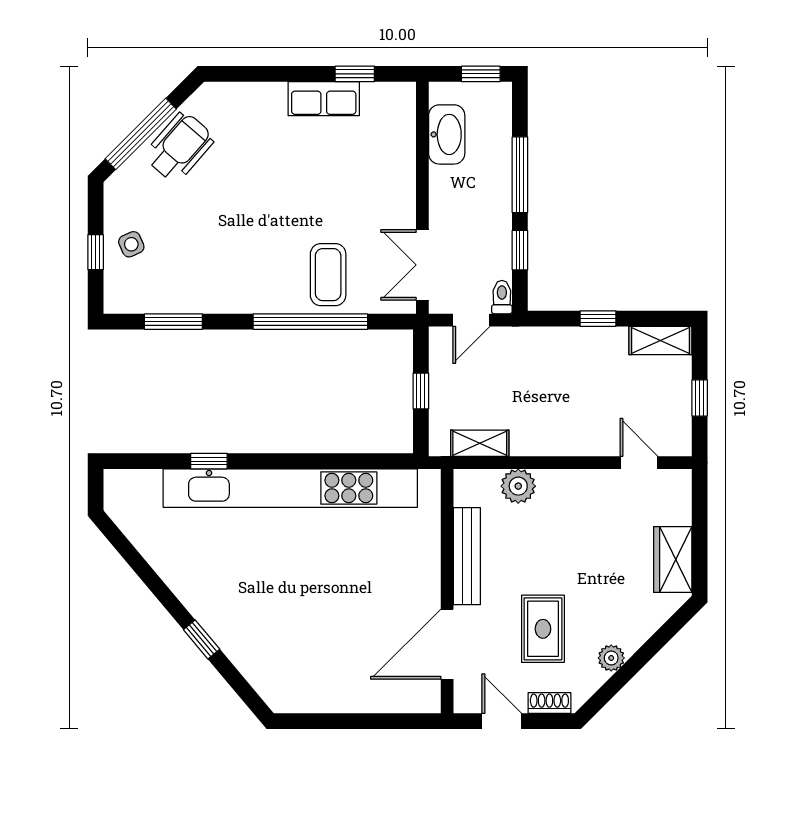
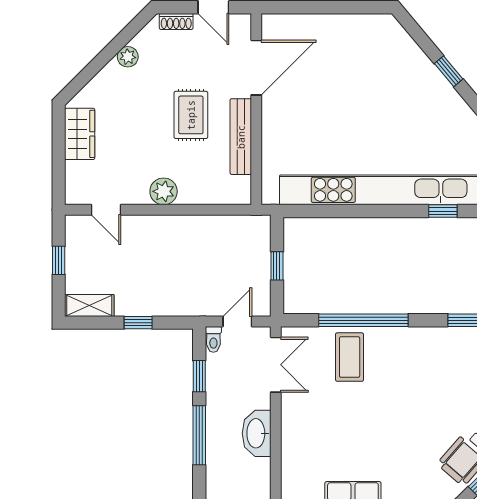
washbasin: (447, 134) -> (257, 433), moved
shelving: (480, 443) -> (231, 225), removed
plant: (518, 486) -> (164, 191), moved
rug: (543, 629) -> (191, 115), moved

